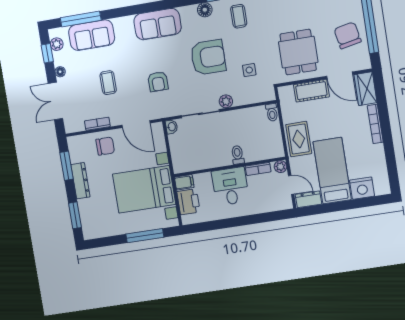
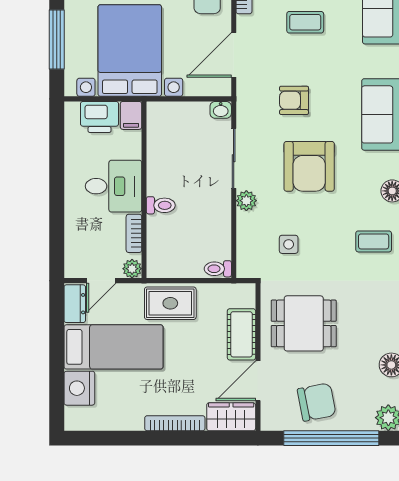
armchair: (208, 57) -> (309, 166), moved

